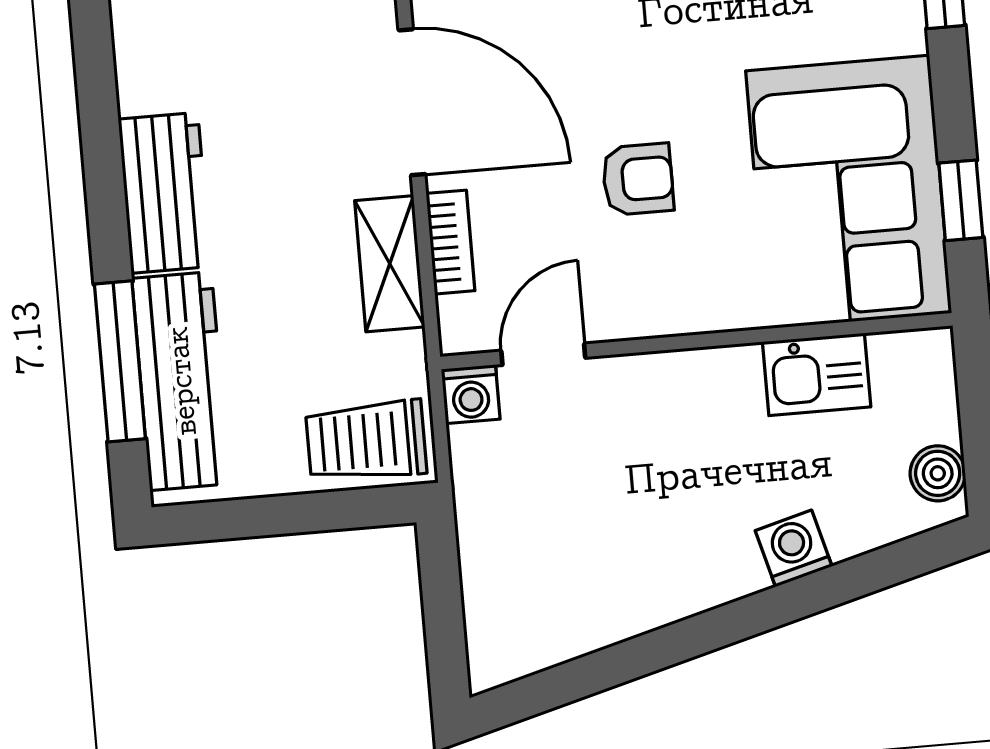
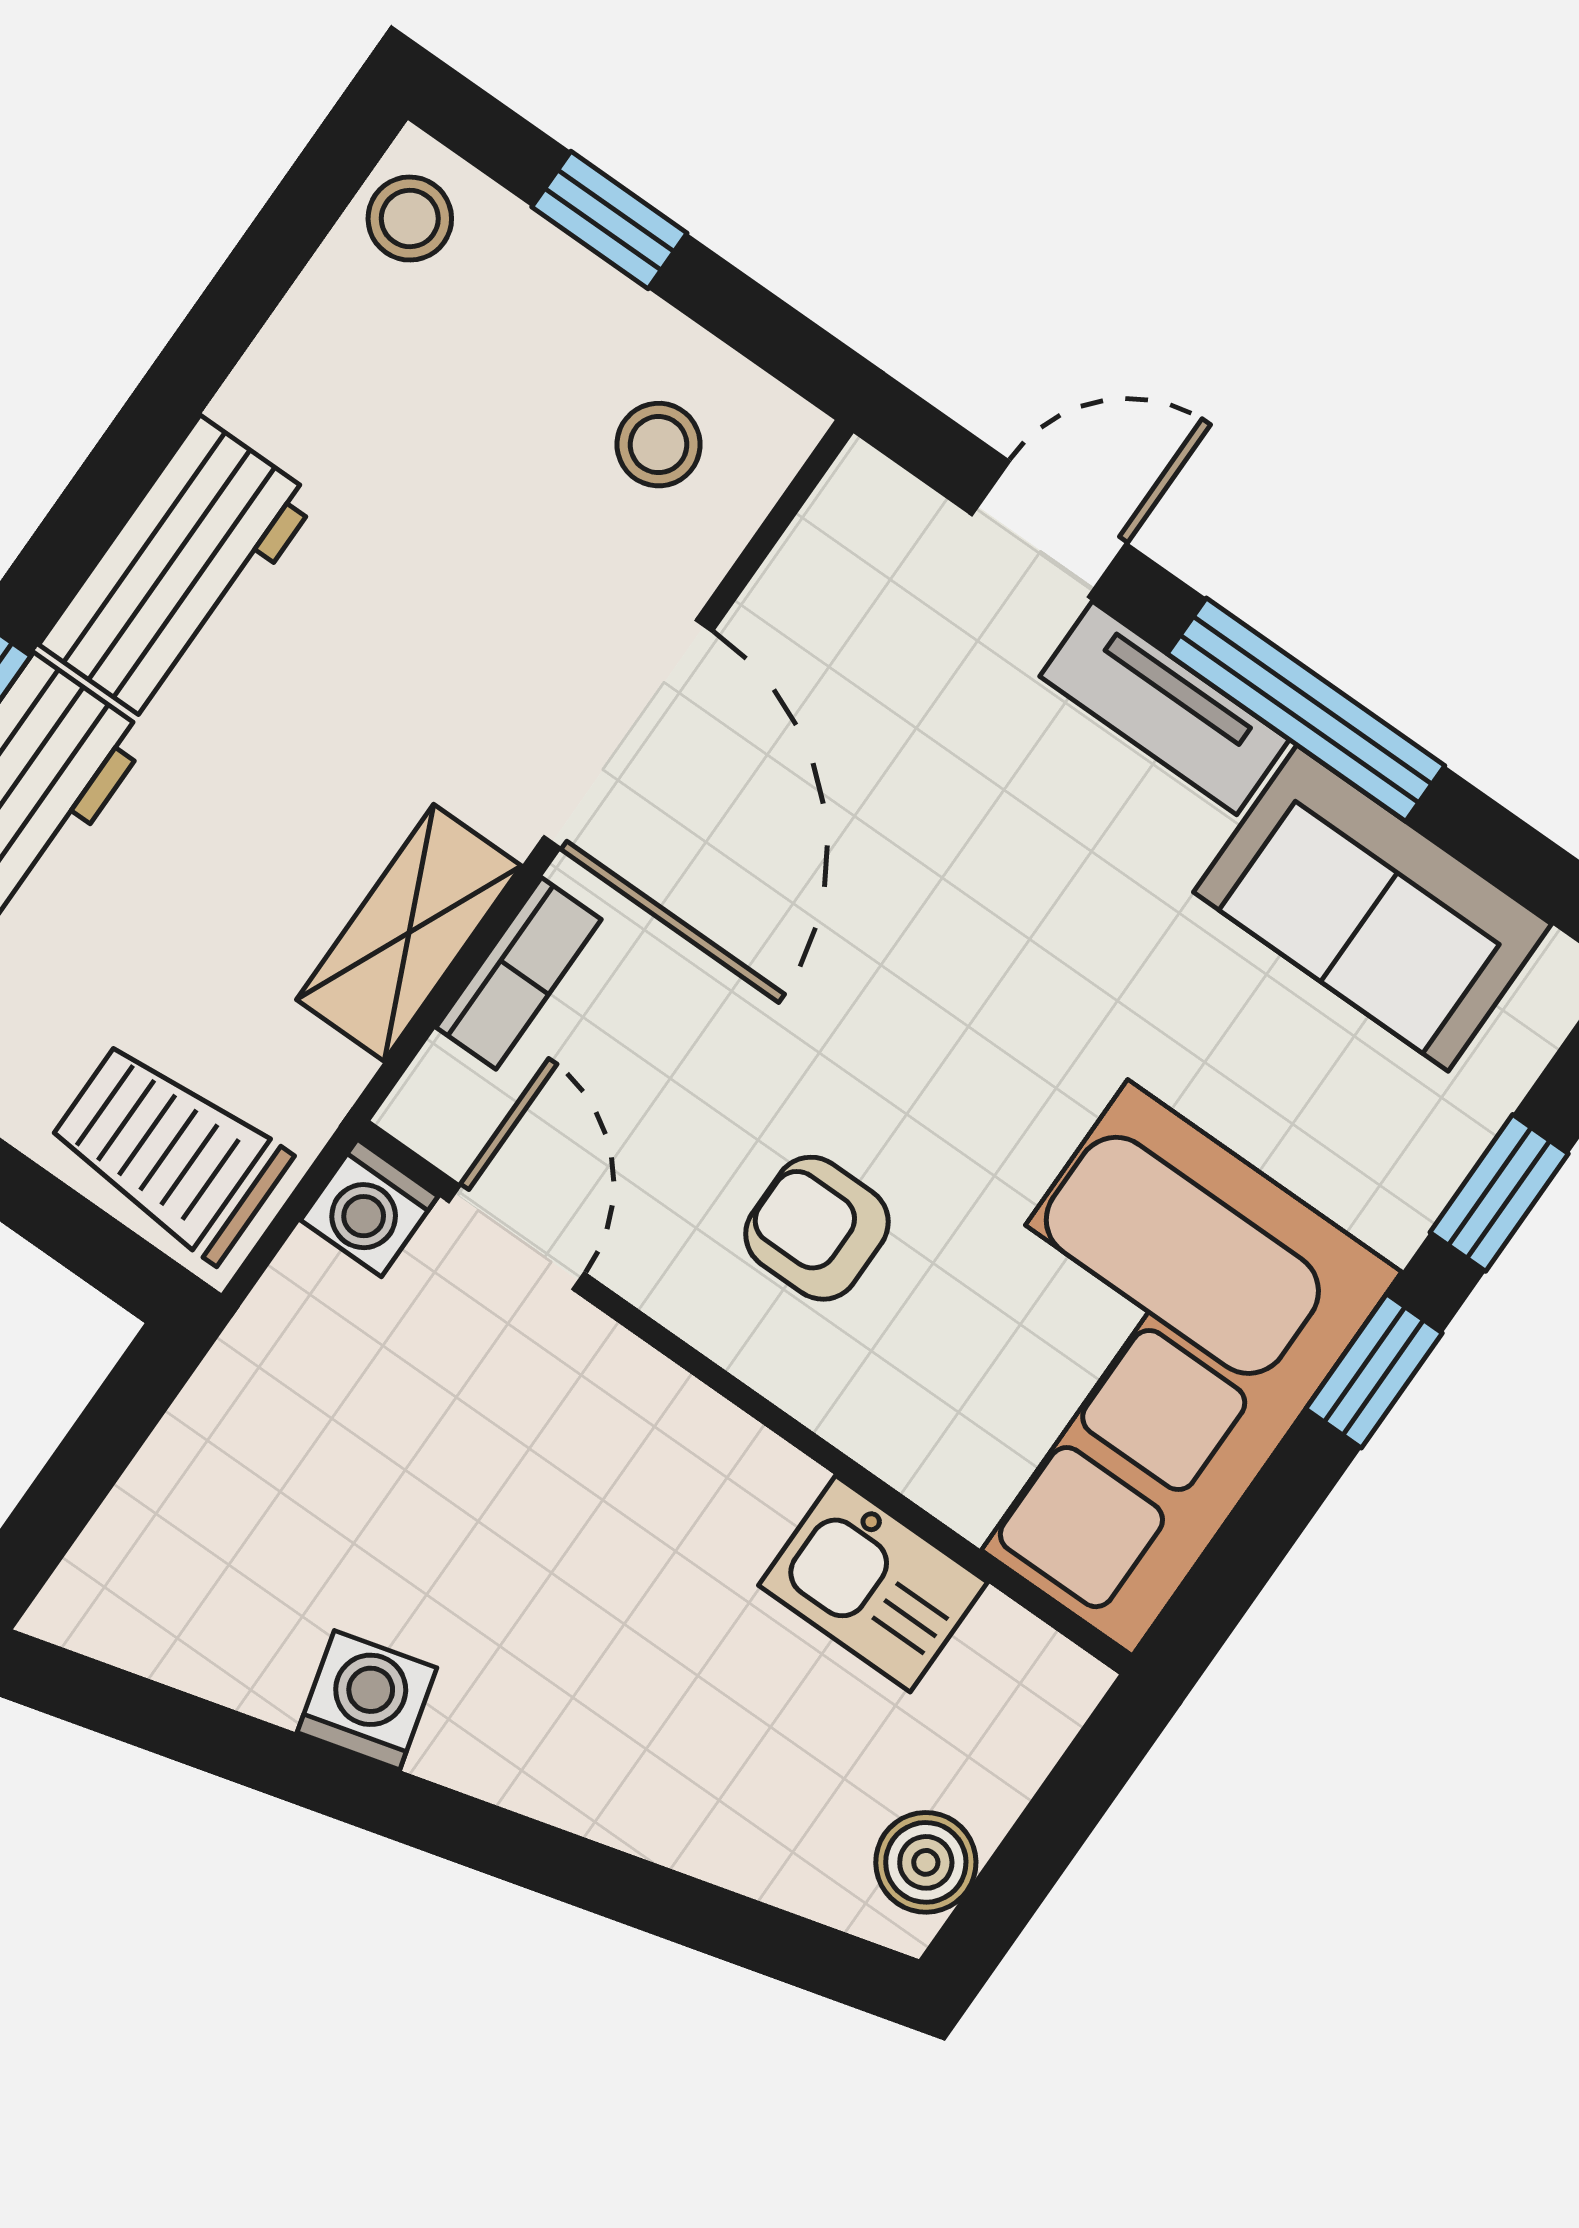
armchair: (638, 179) -> (817, 1228), moved, turned 180
window: (961, 200) -> (1374, 1371), moved
door: (543, 354) -> (517, 1237), hinge flipped
washing machine: (794, 548) -> (367, 1700), moved

